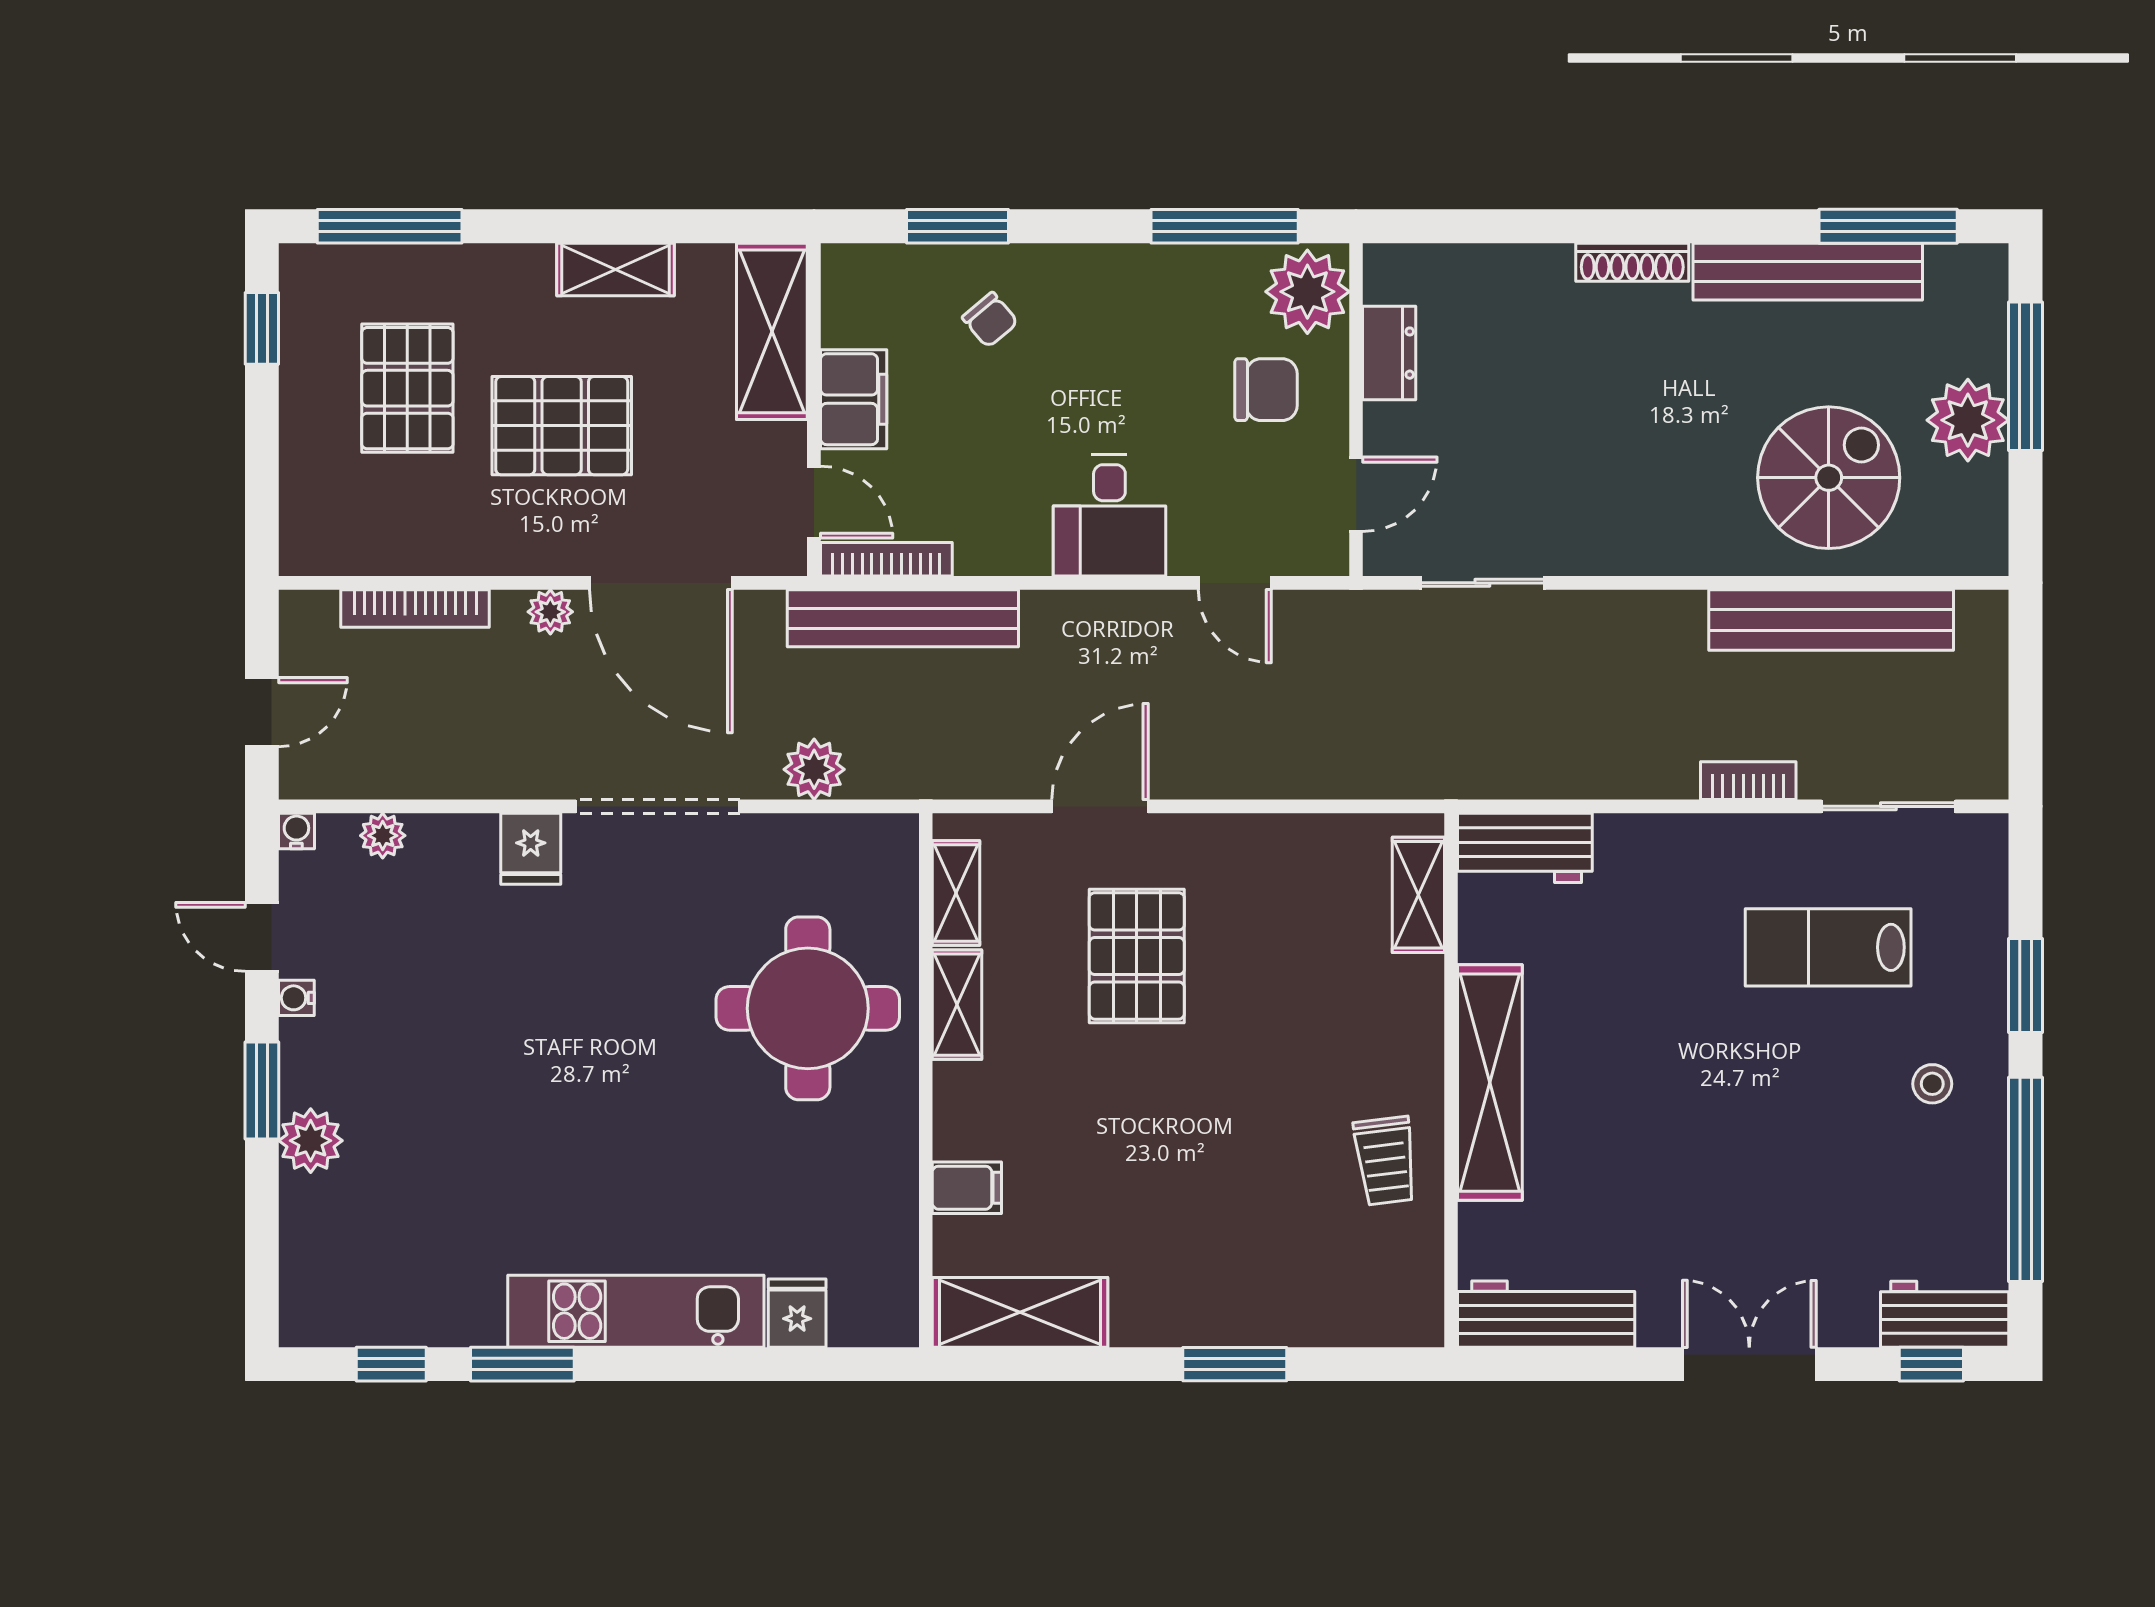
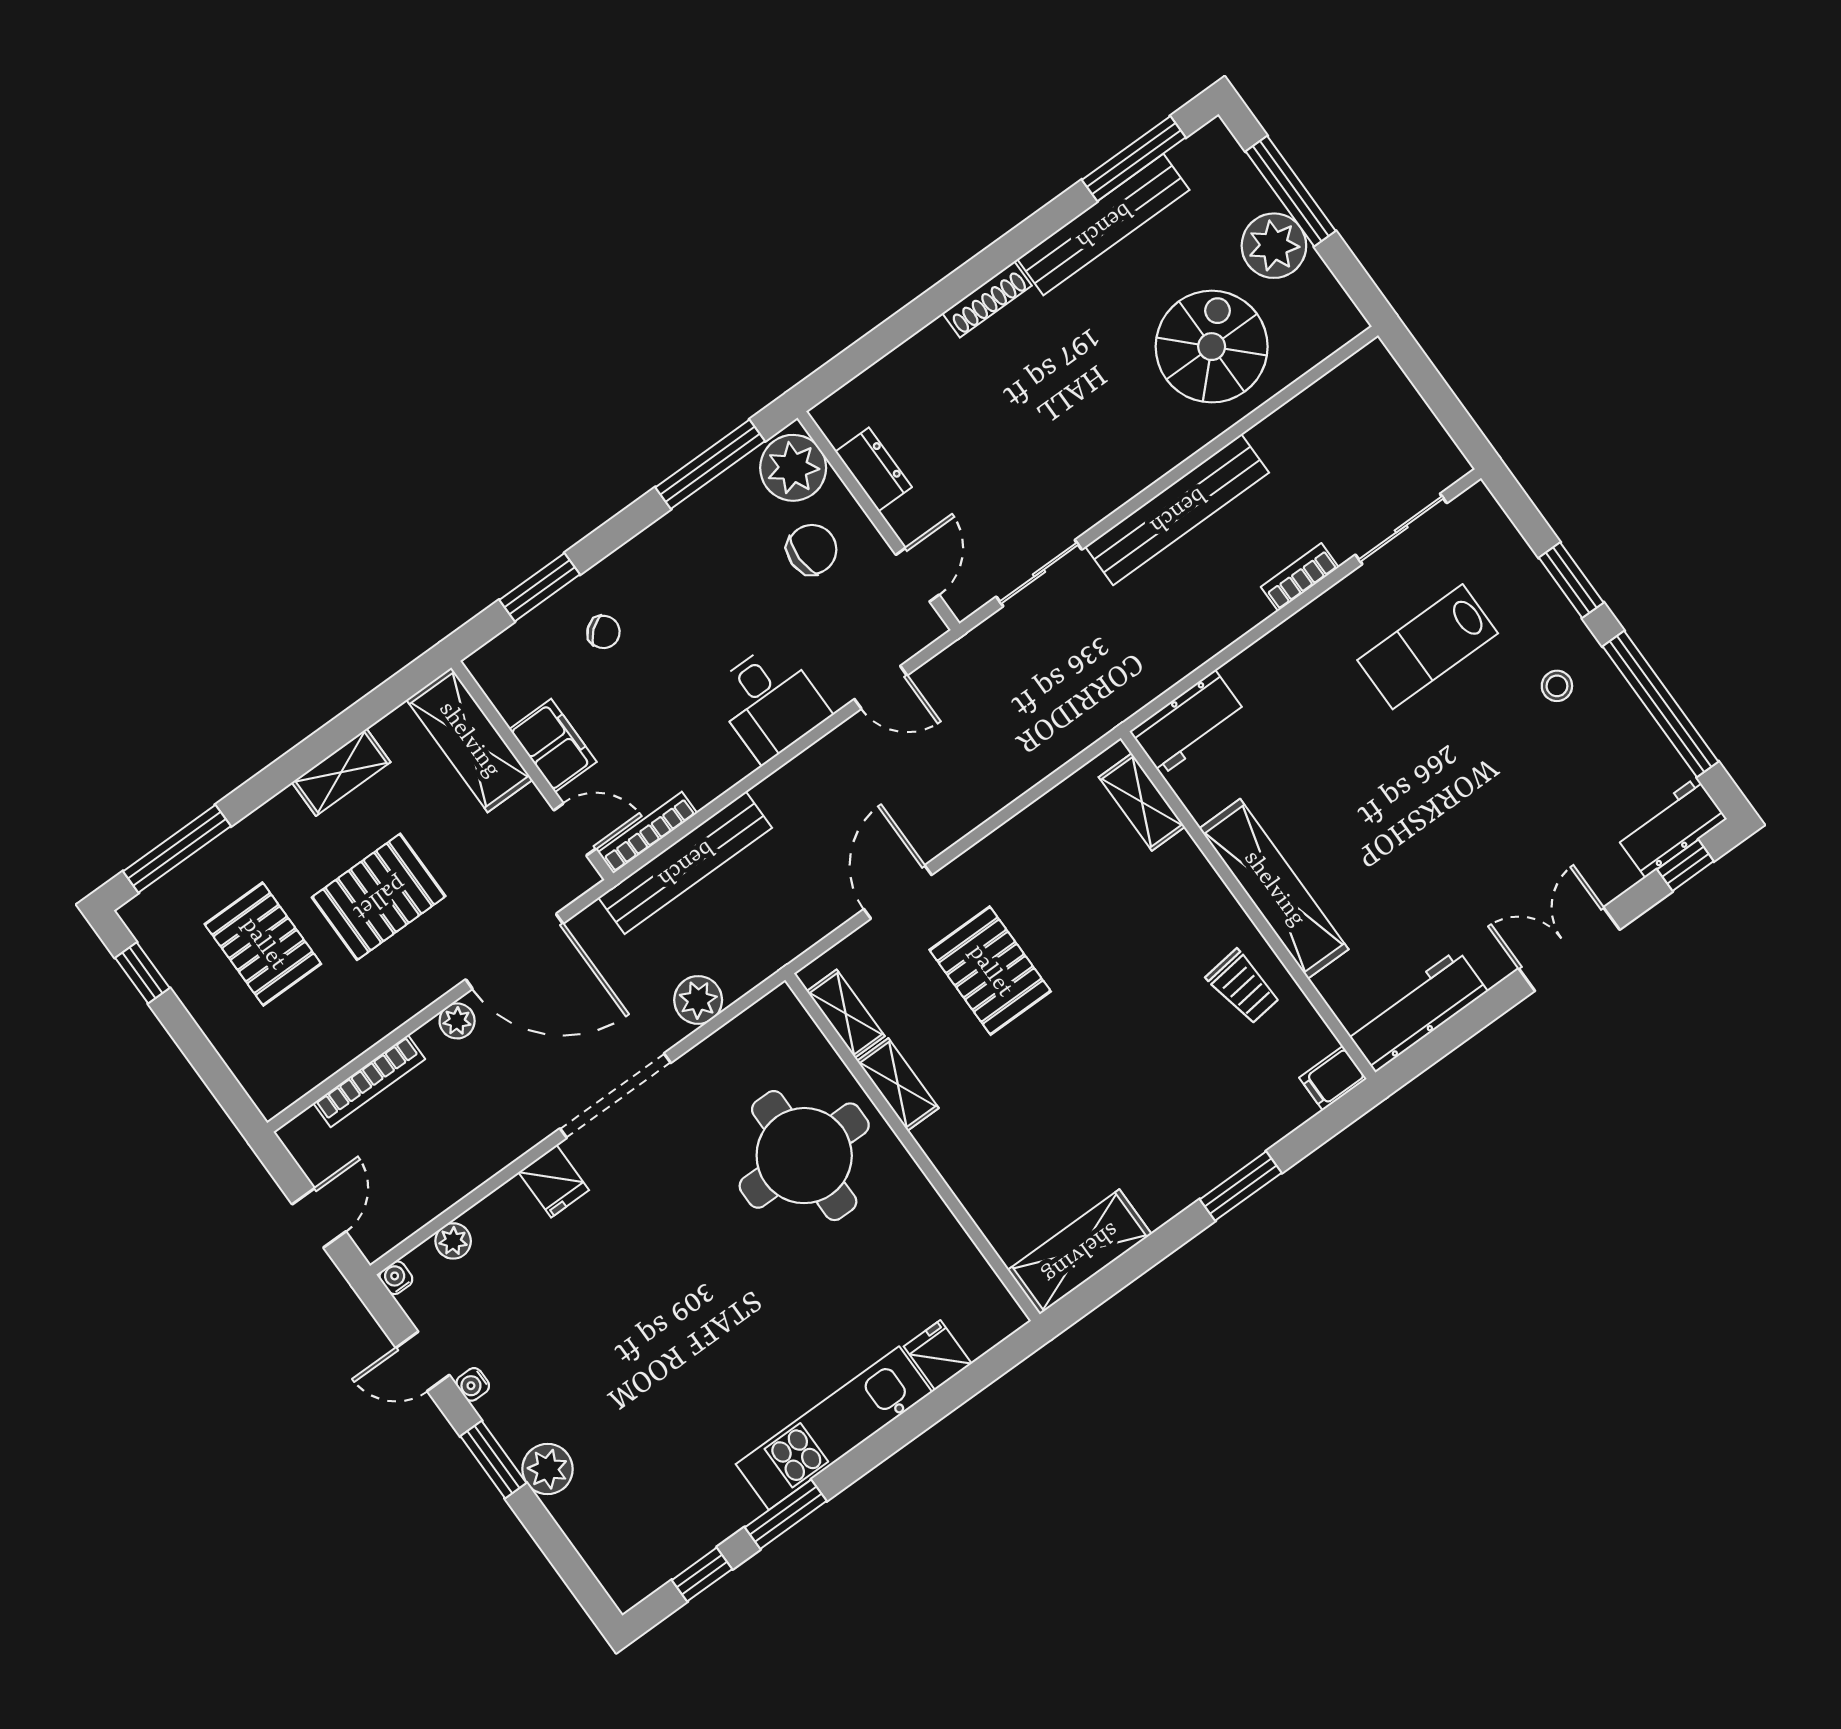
bench: (1831, 620) -> (1177, 510), moved
filing cabinet: (967, 1188) -> (1333, 1078), moved, turned 180

